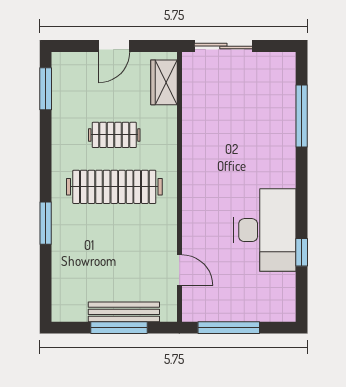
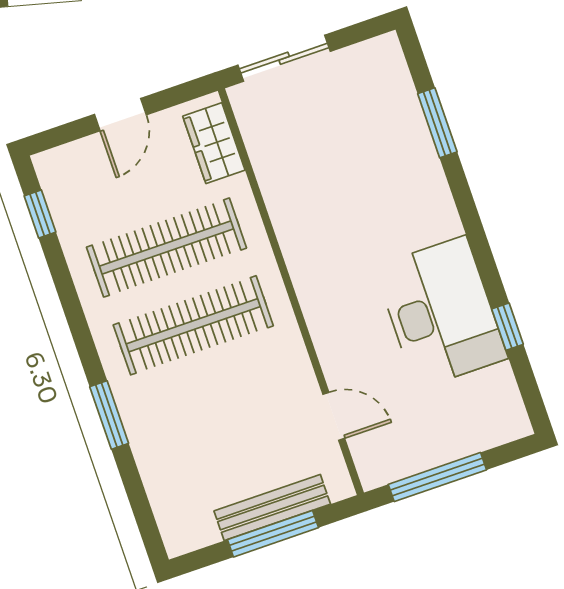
window: (46, 89) -> (40, 214), width x0.67
window: (302, 116) -> (437, 123), width x0.69
clothes rail: (114, 135) -> (167, 248), width x1.86, depth x1.31

